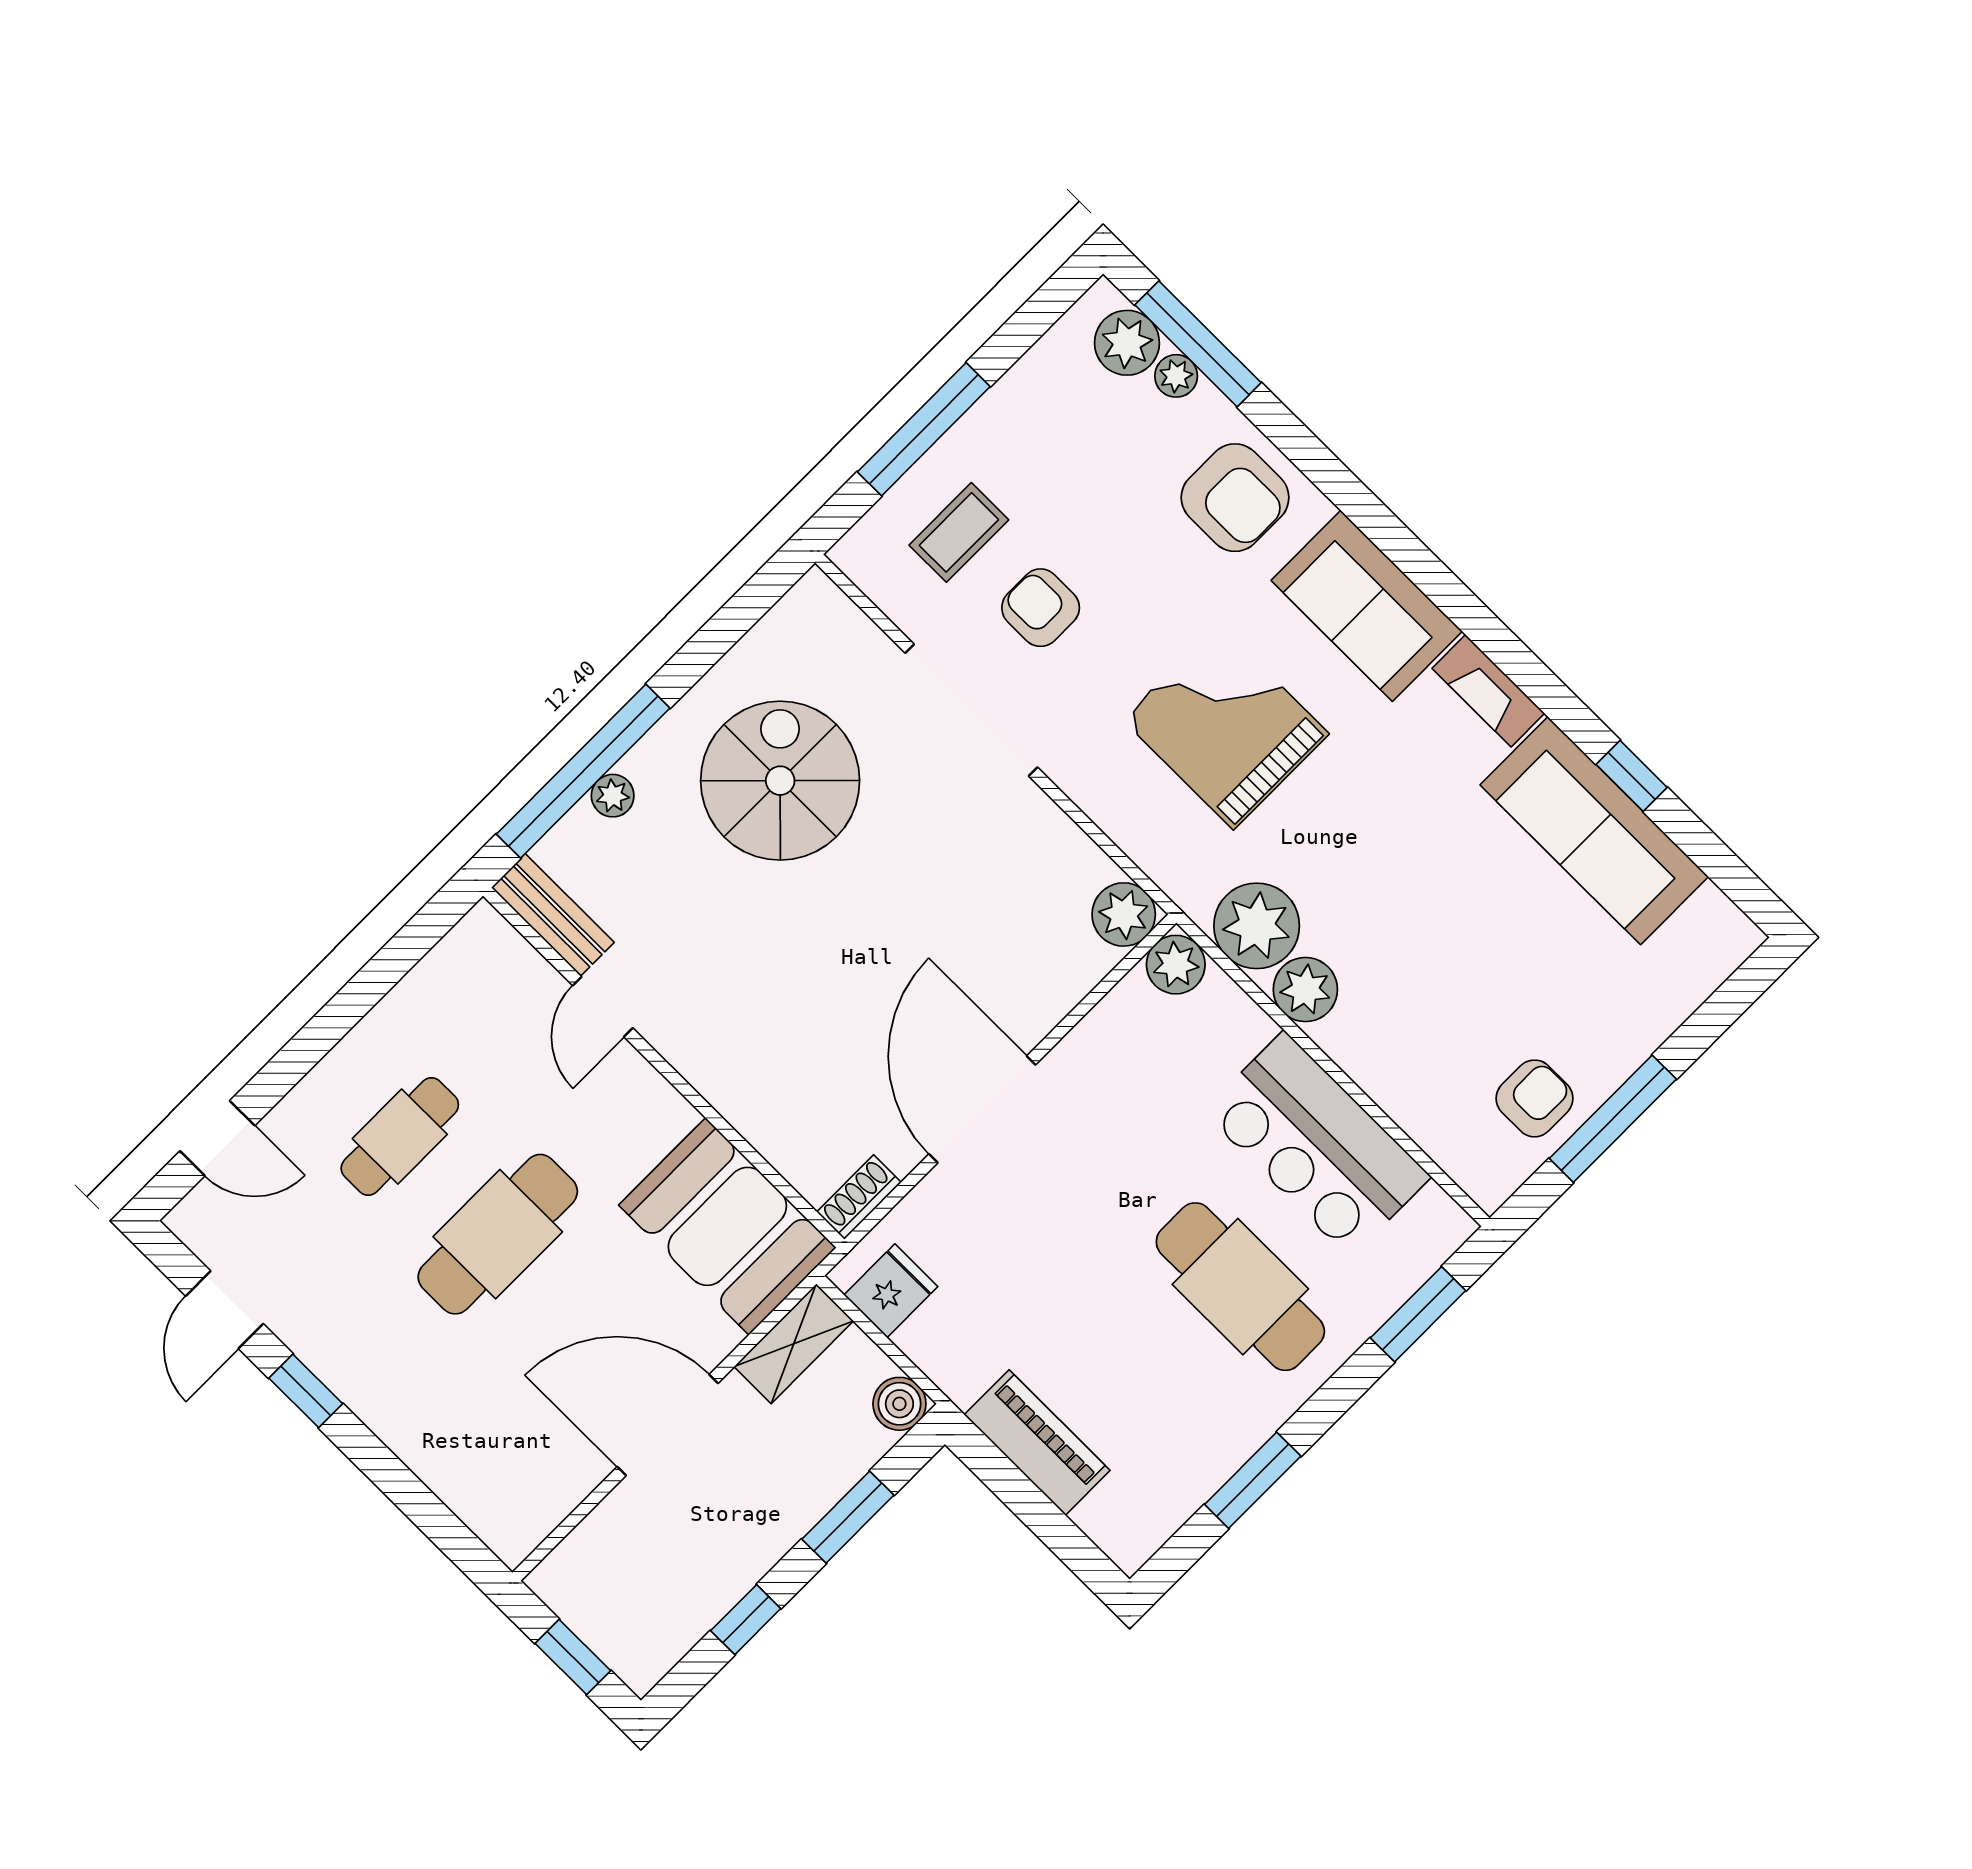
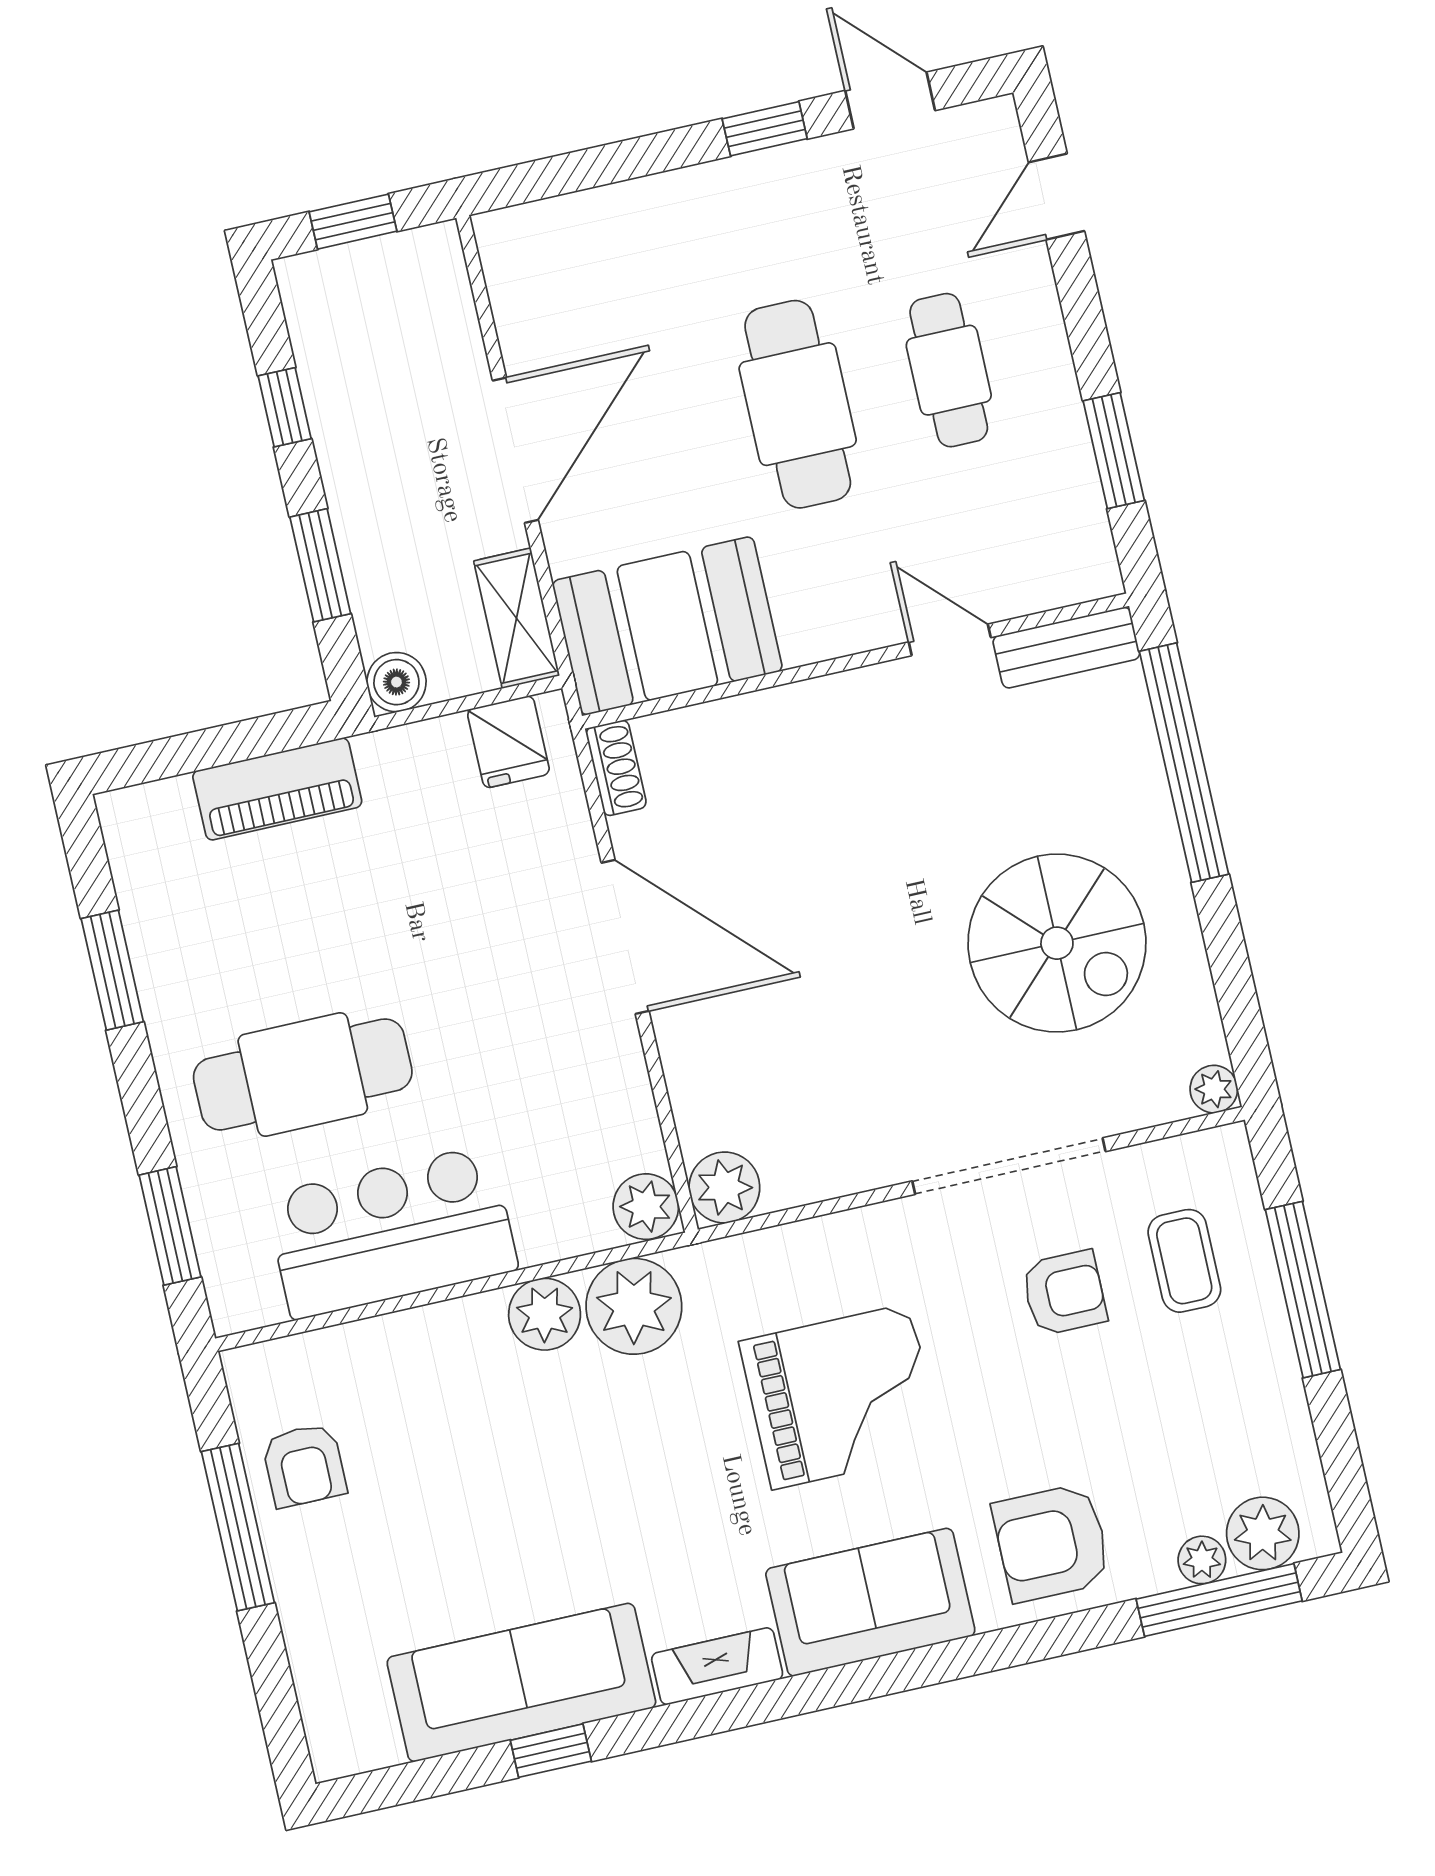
plant: (613, 796) -> (1214, 1089), moved
window: (382, 973) -> (1114, 451), added

